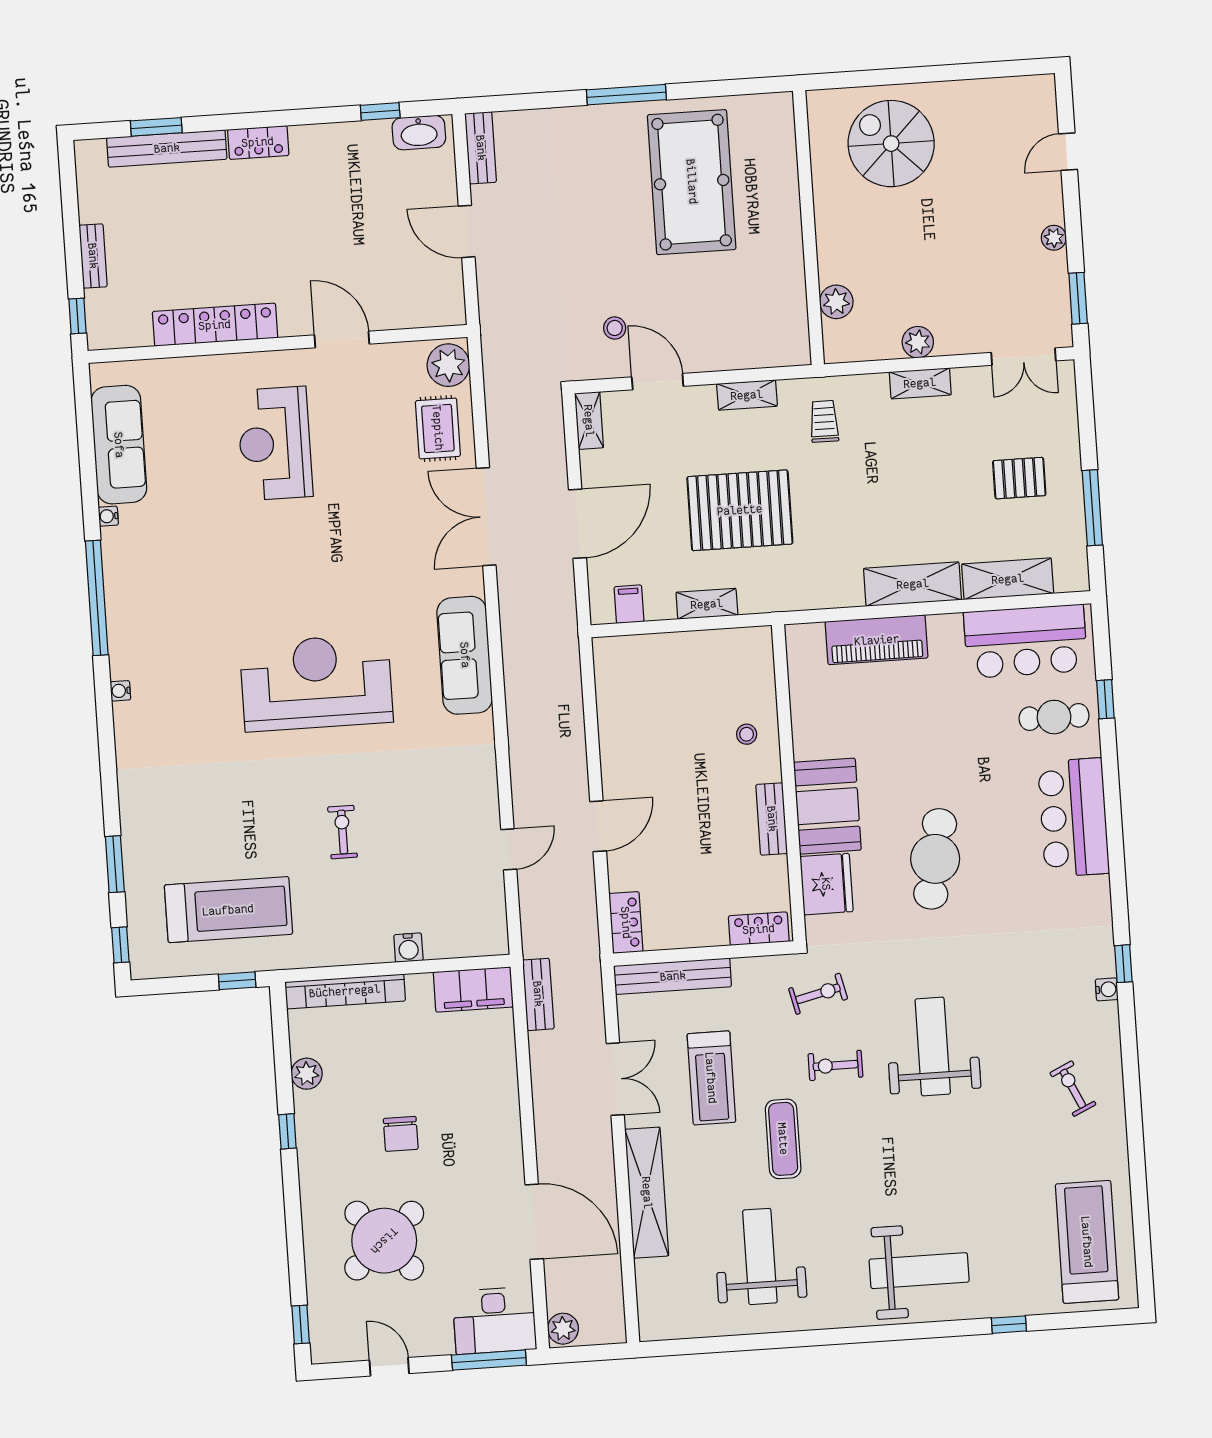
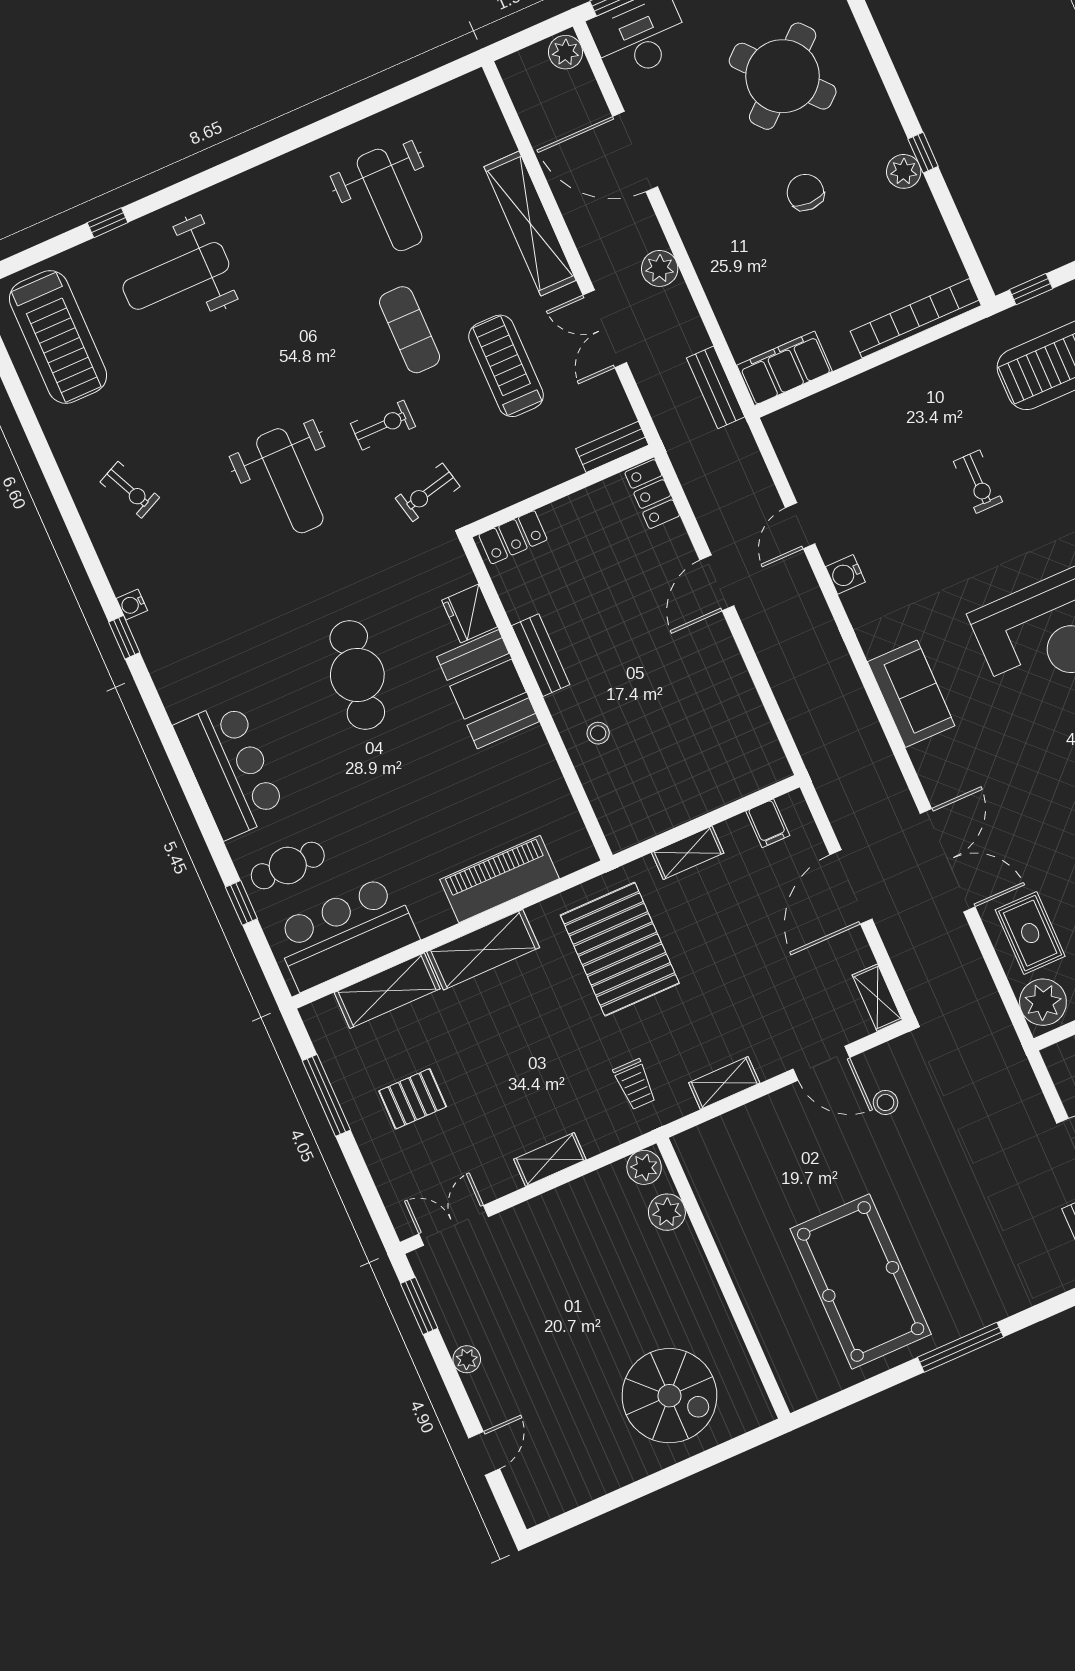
plant: (918, 342) -> (644, 1167), moved
pallet: (740, 510) -> (620, 949), moved, turned 90
sofa: (465, 655) -> (911, 694), width x0.73
fridge: (826, 884) -> (470, 614), width x0.73, depth x0.75
water cooler: (408, 948) -> (845, 574), moved, turned -90
bench: (673, 976) -> (612, 447), width x0.54, depth x0.82
plant: (307, 1074) -> (904, 171), moved
plant: (549, 1114) -> (660, 268), added
weight bench: (919, 1271) -> (176, 276), moved

